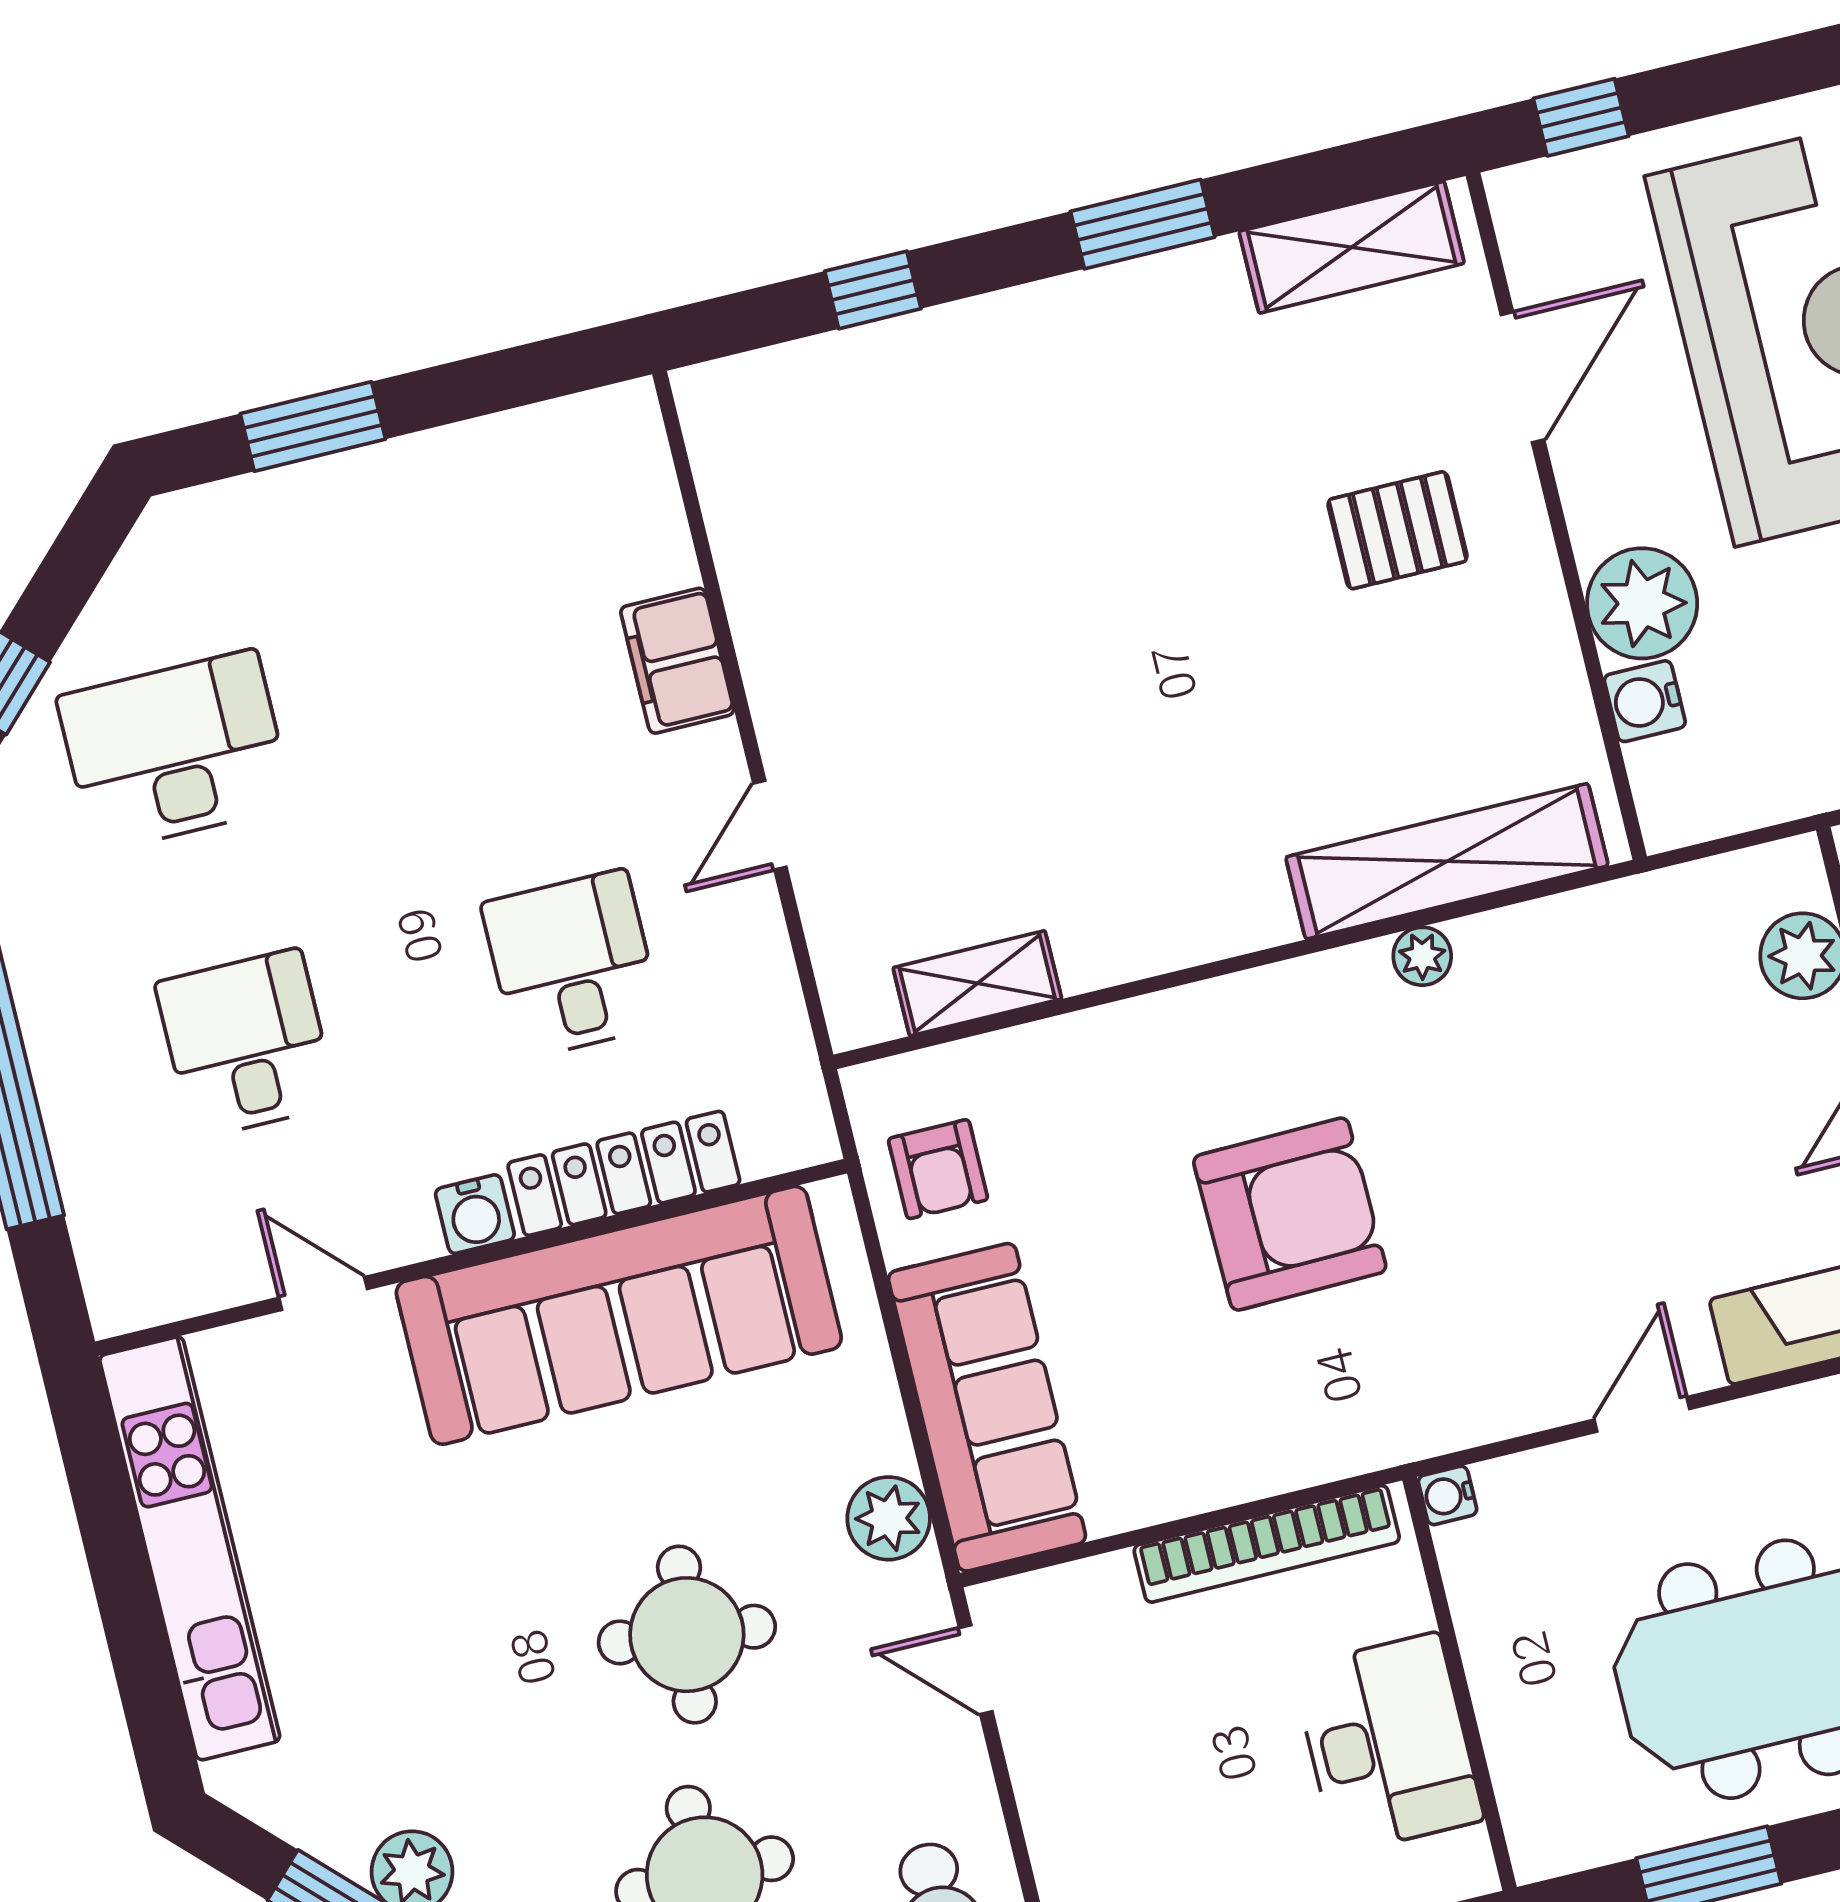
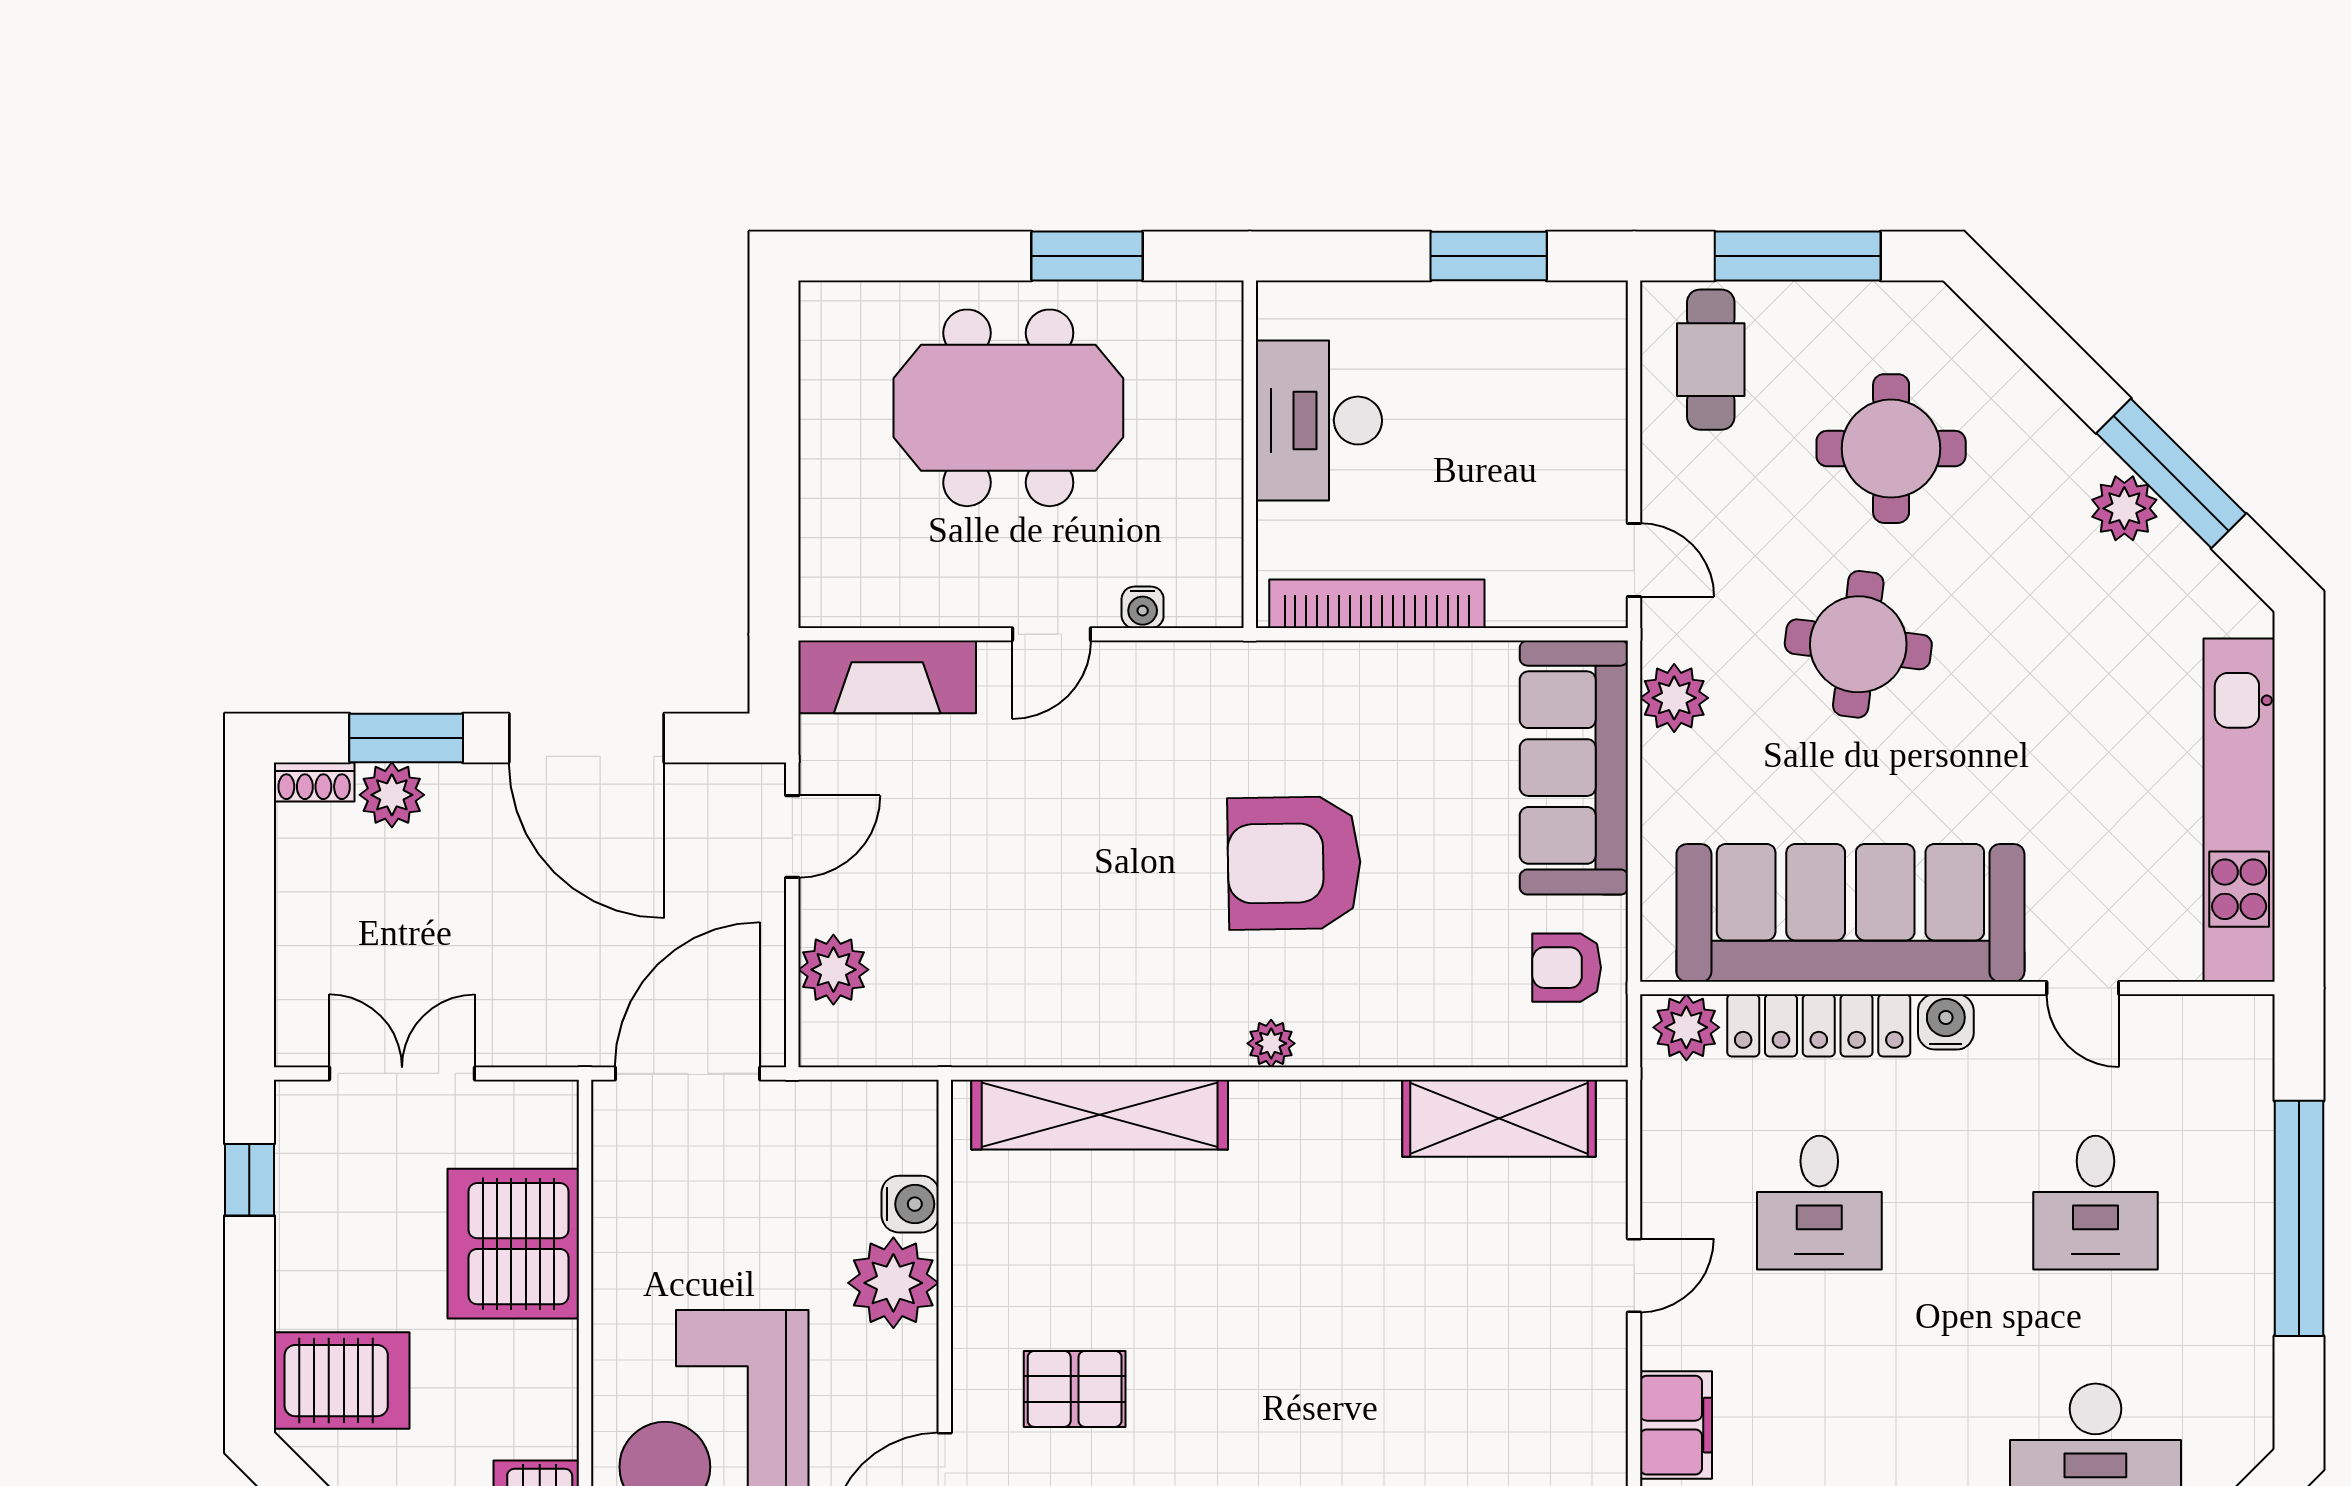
plant: (1422, 956) -> (1271, 1043), moved
shelving: (977, 983) -> (1499, 1118), width x1.50, depth x1.33
plant: (780, 1133) -> (1686, 1027), added
armchair: (938, 1169) -> (1567, 968), turned -90
water cooler: (1447, 1495) -> (1143, 607), moved, turned 90

